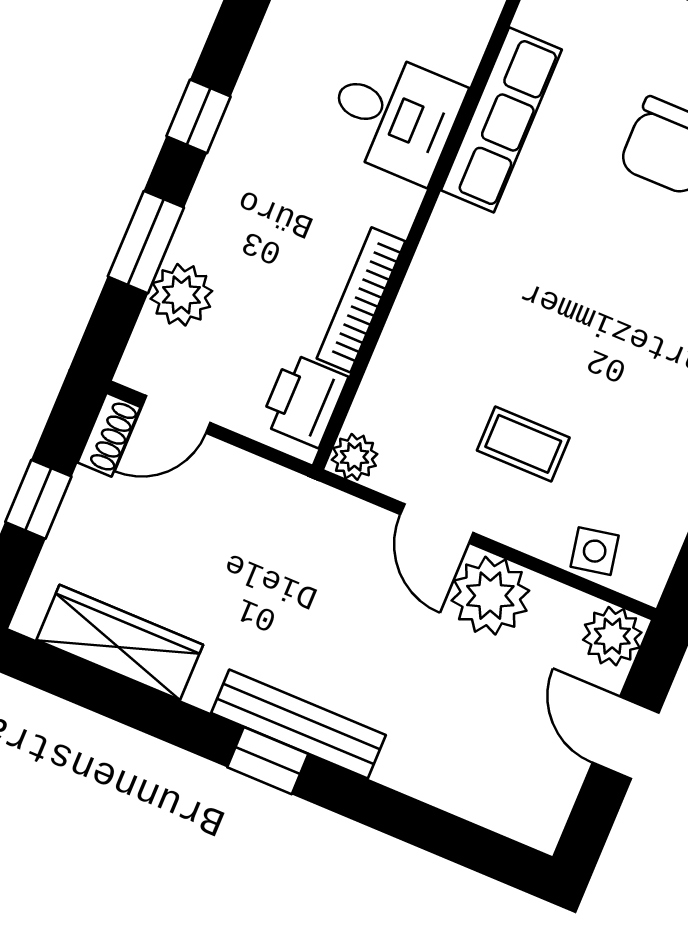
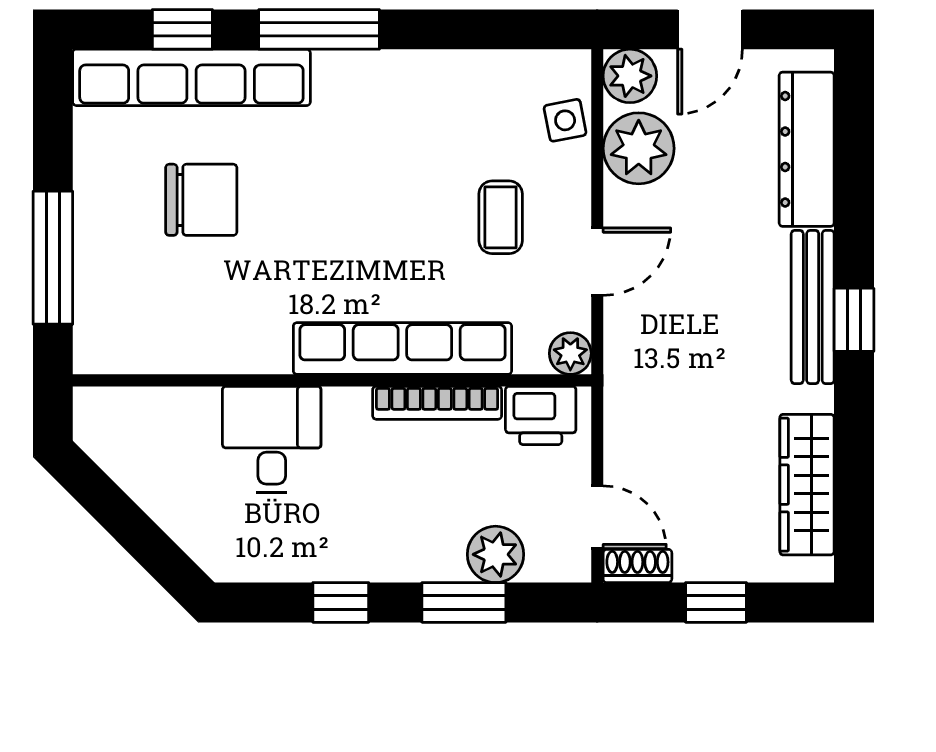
row of seats: (501, 120) -> (402, 349), moved, width x1.36
plant: (490, 596) -> (639, 148), moved
dresser: (462, 785) -> (807, 149), added

